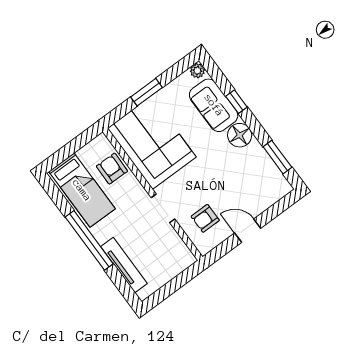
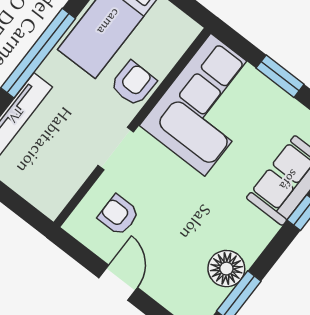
floor lamp: (240, 135) -> (226, 269), moved
armchair: (112, 169) -> (133, 84), moved

